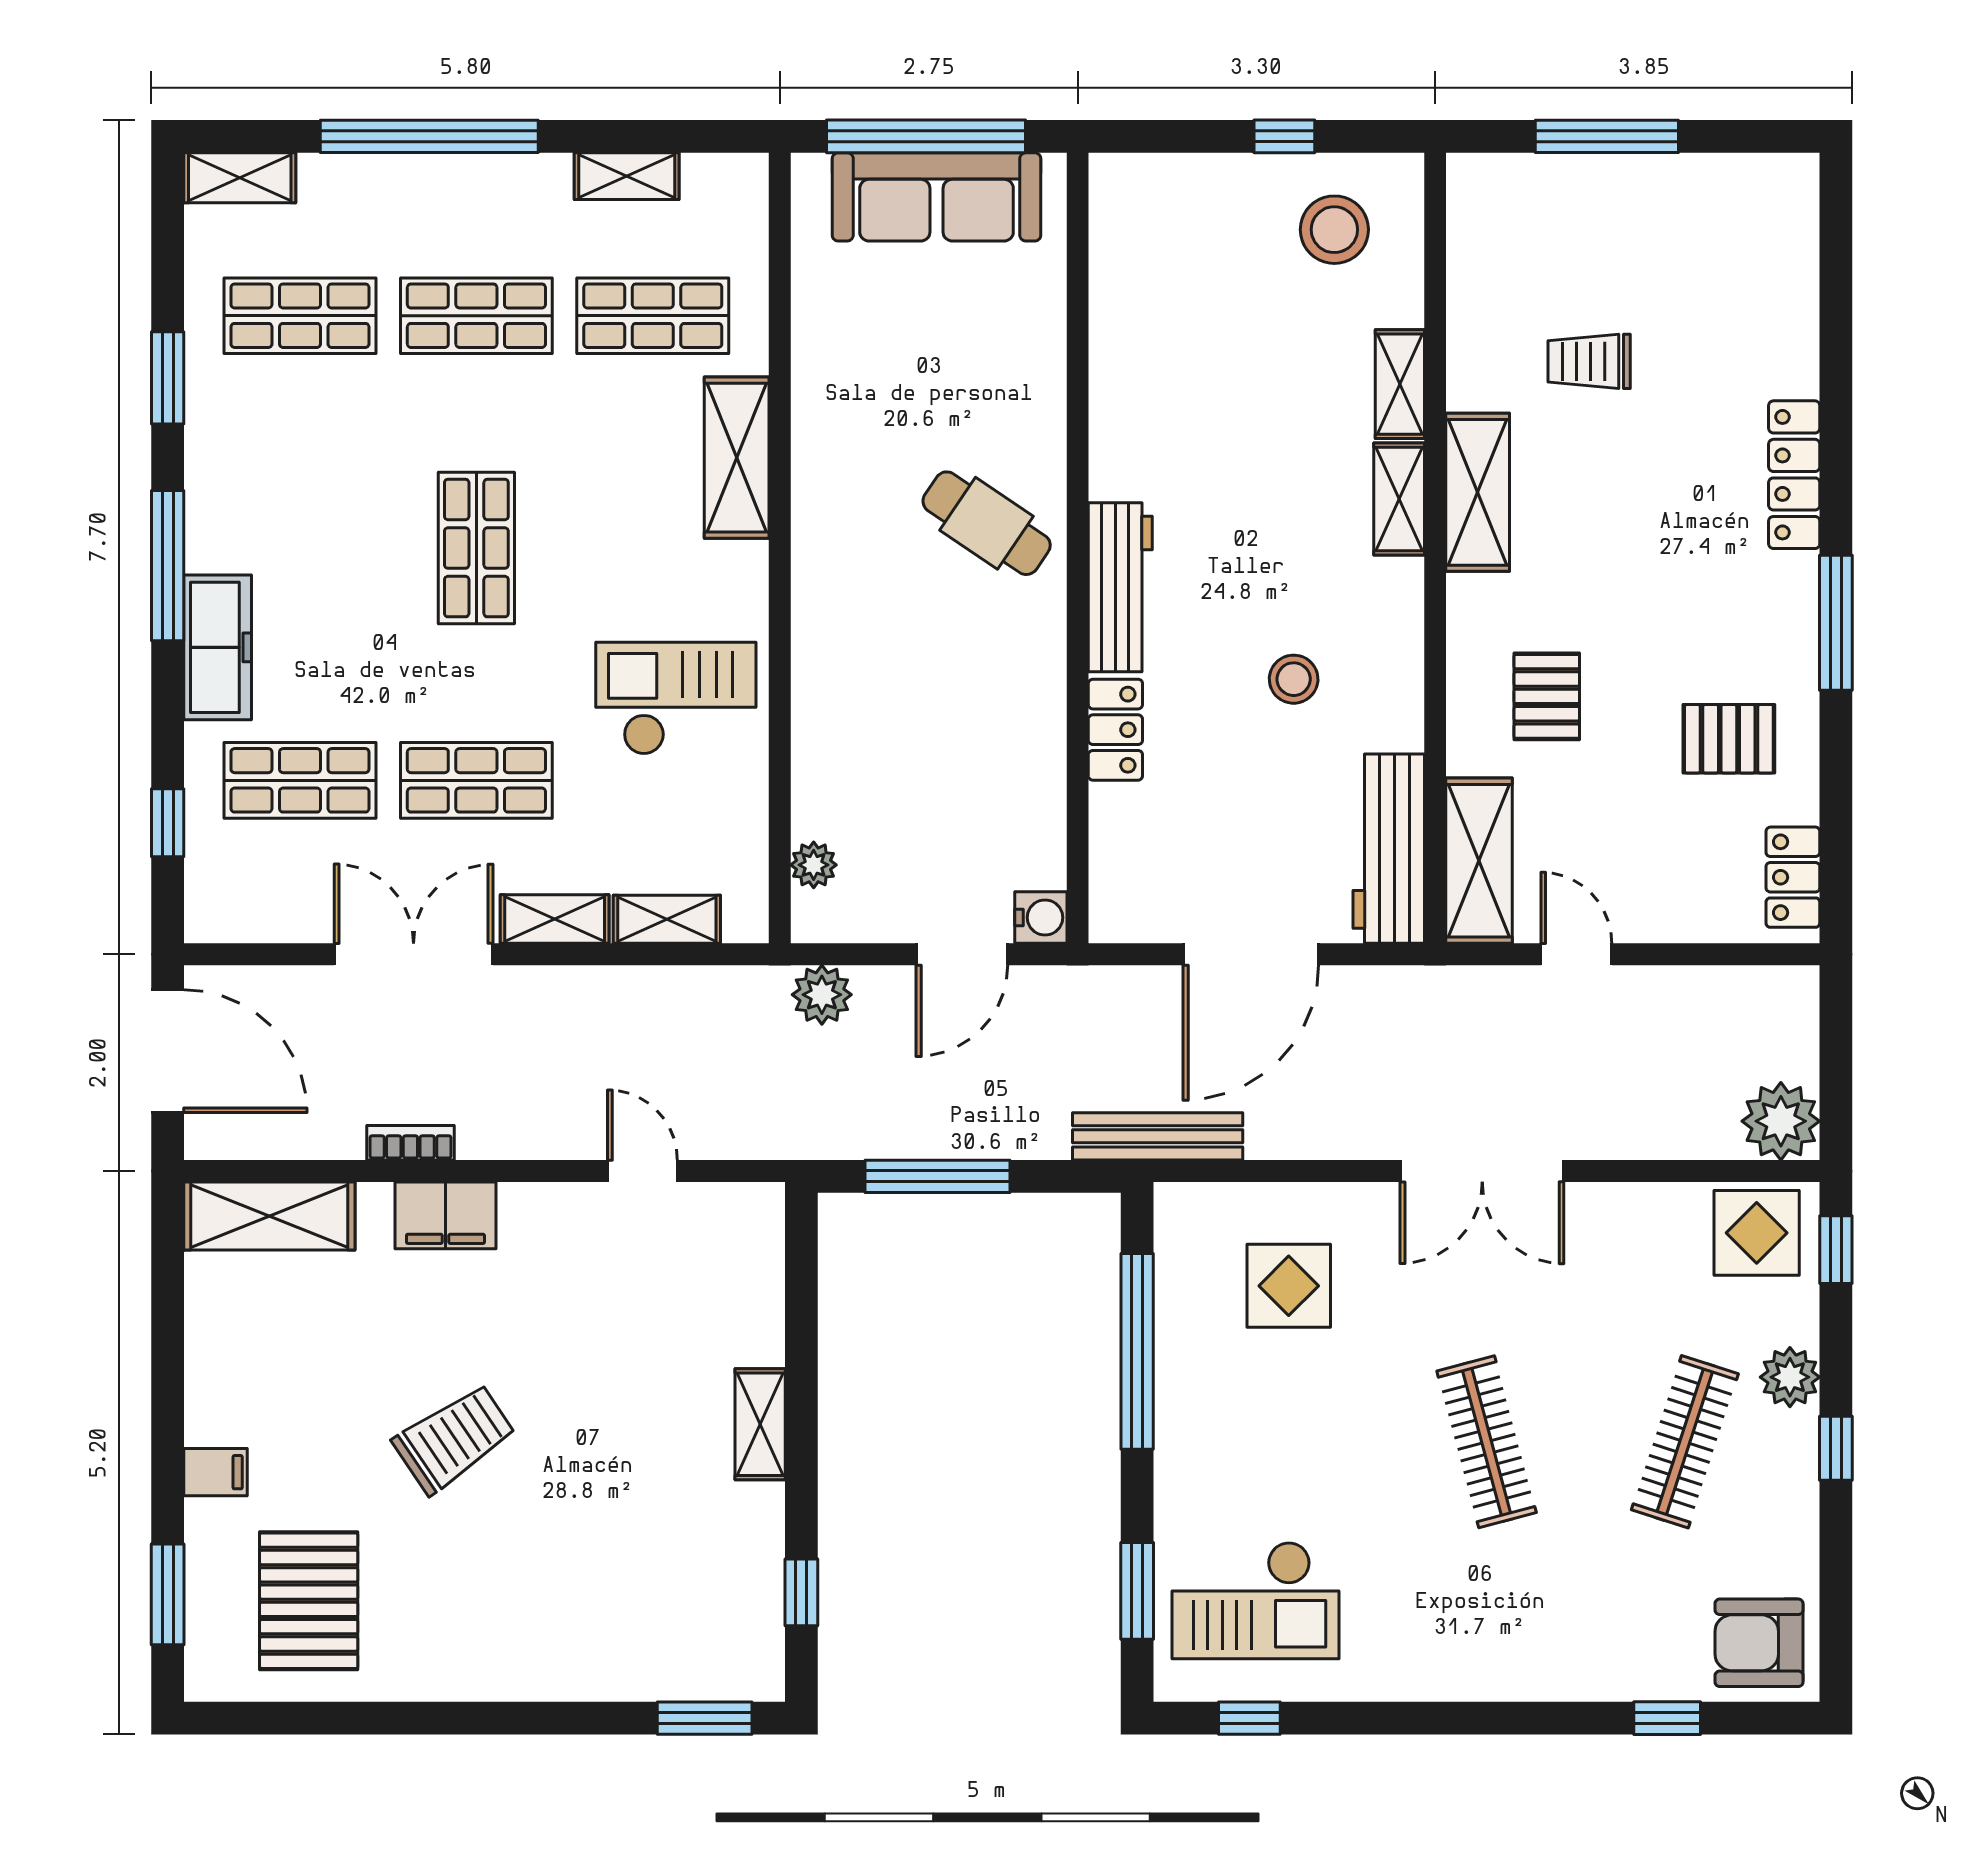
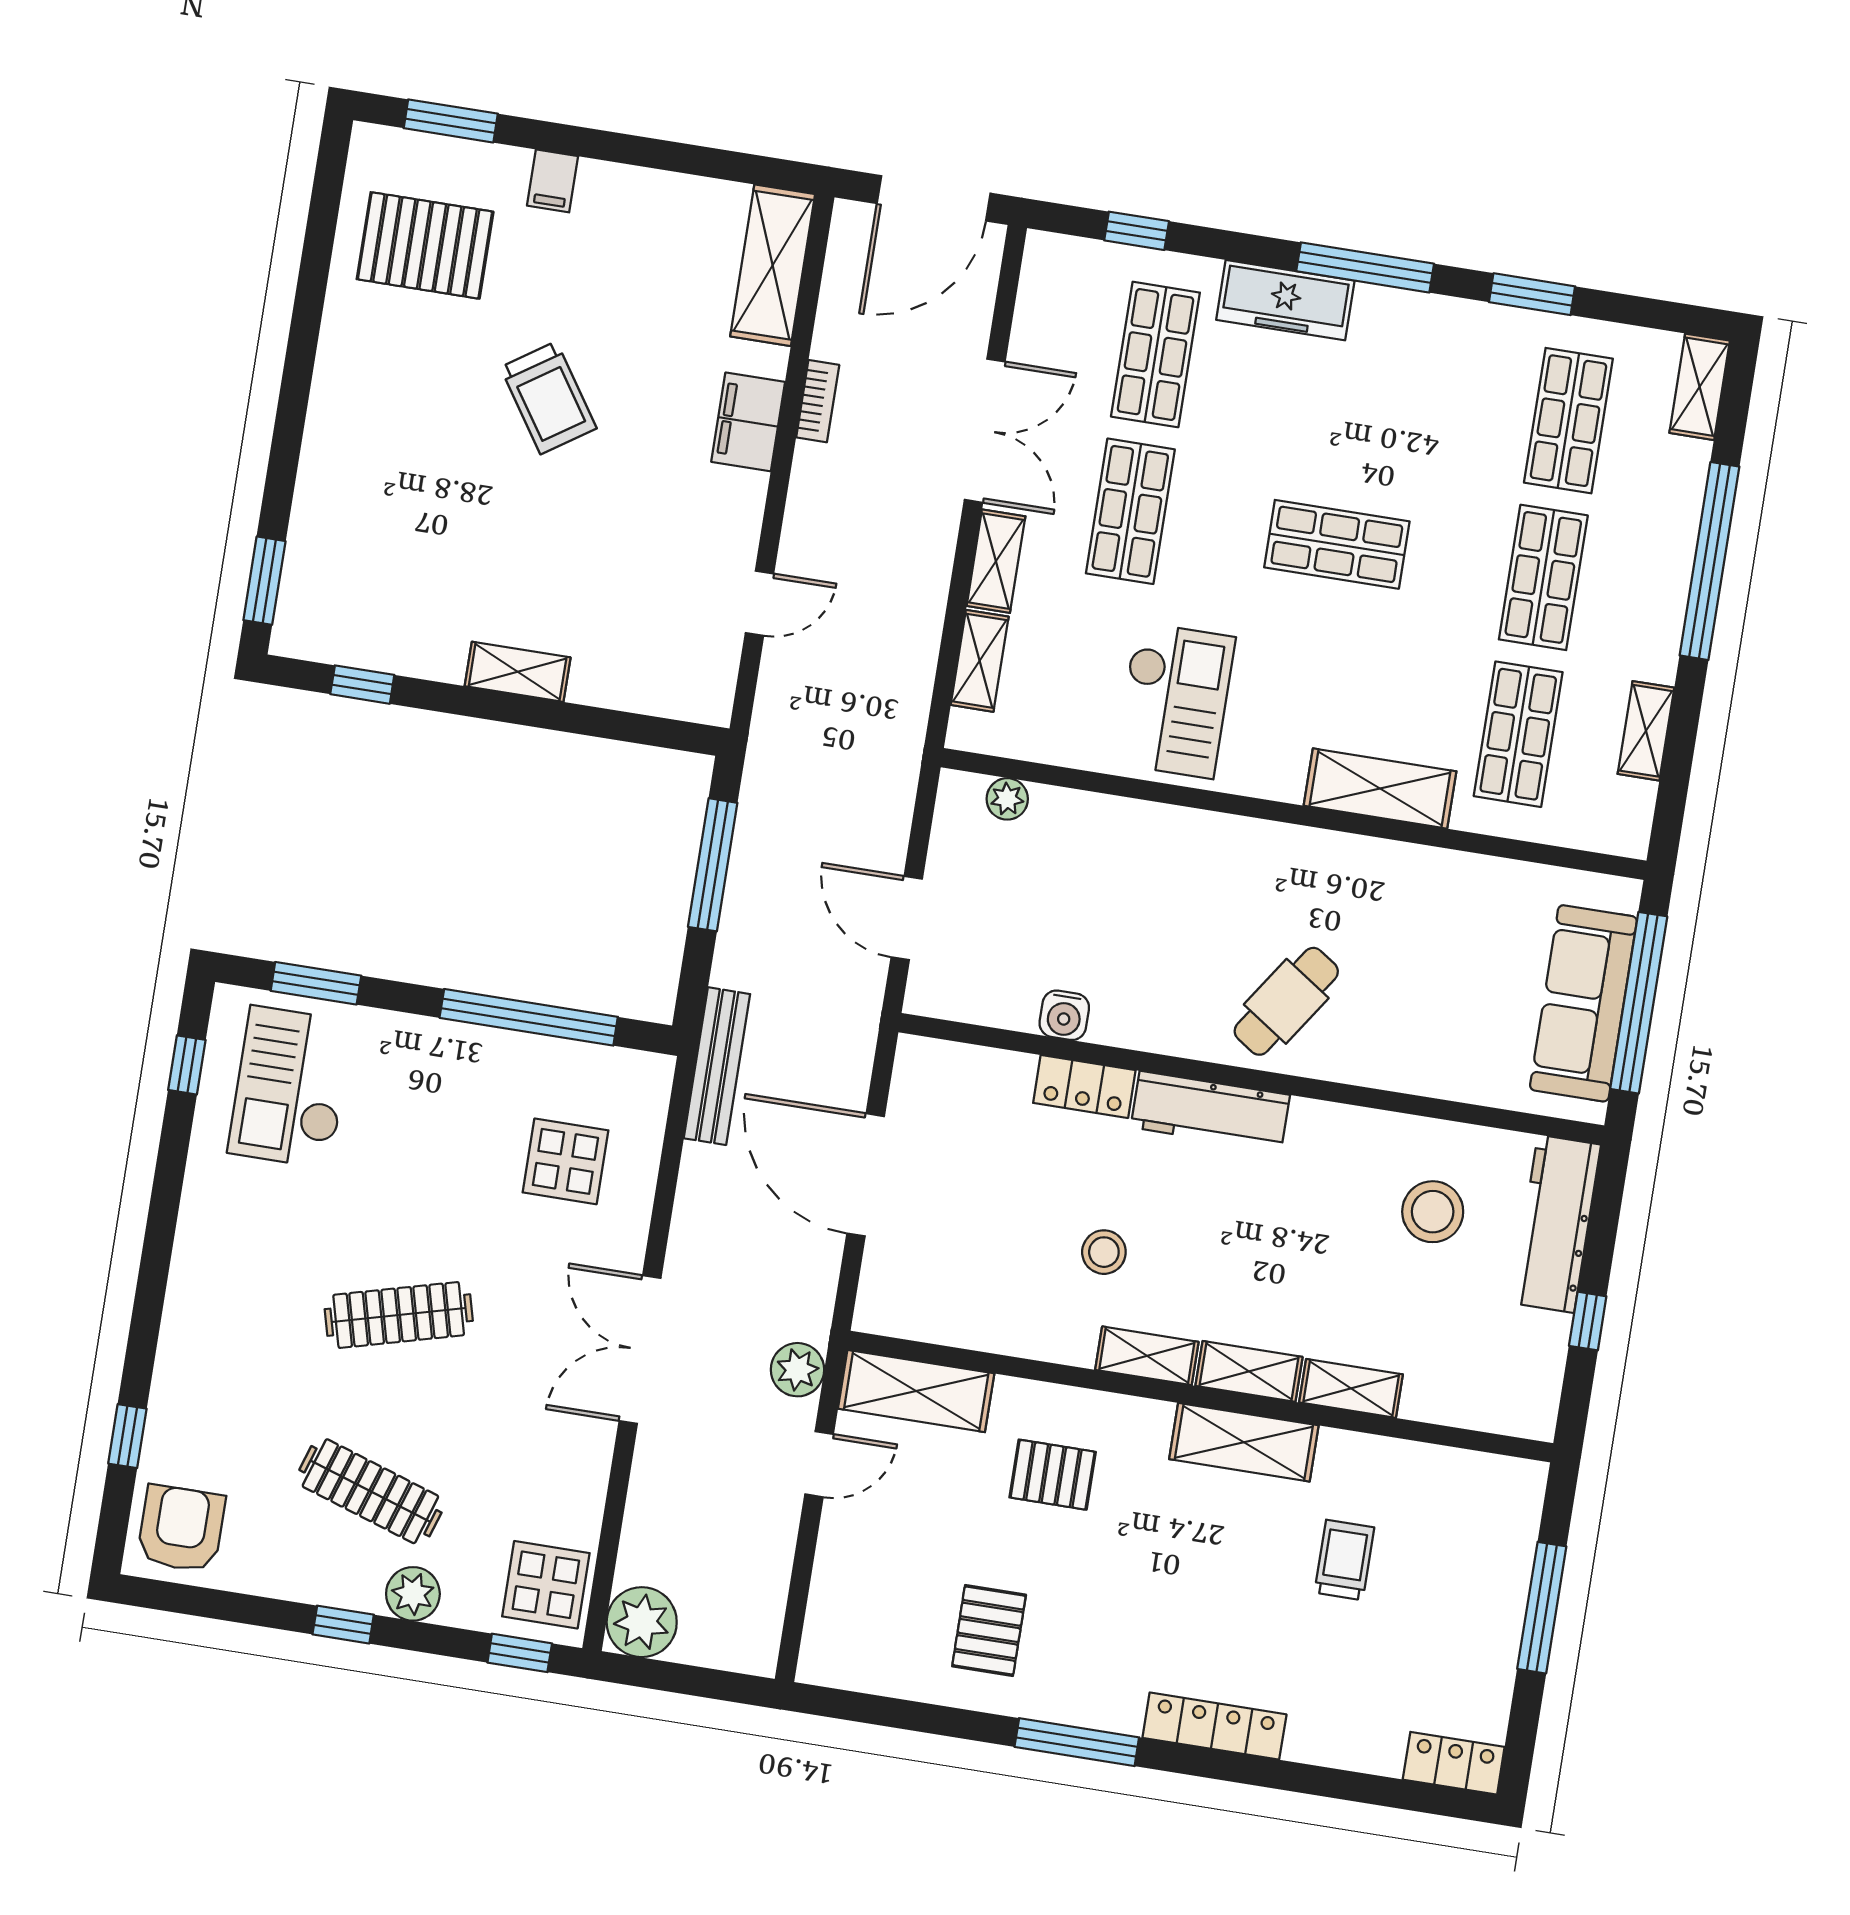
stool: (1334, 230) -> (1433, 1212), moved
shelving: (1400, 614) -> (1147, 1356), added
workbench: (1389, 849) -> (1556, 1224), moved, turned -90
locker: (1793, 877) -> (1454, 1763), moved
water cooler: (1041, 917) -> (1064, 1015), moved
plant: (822, 995) -> (797, 1370), moved

